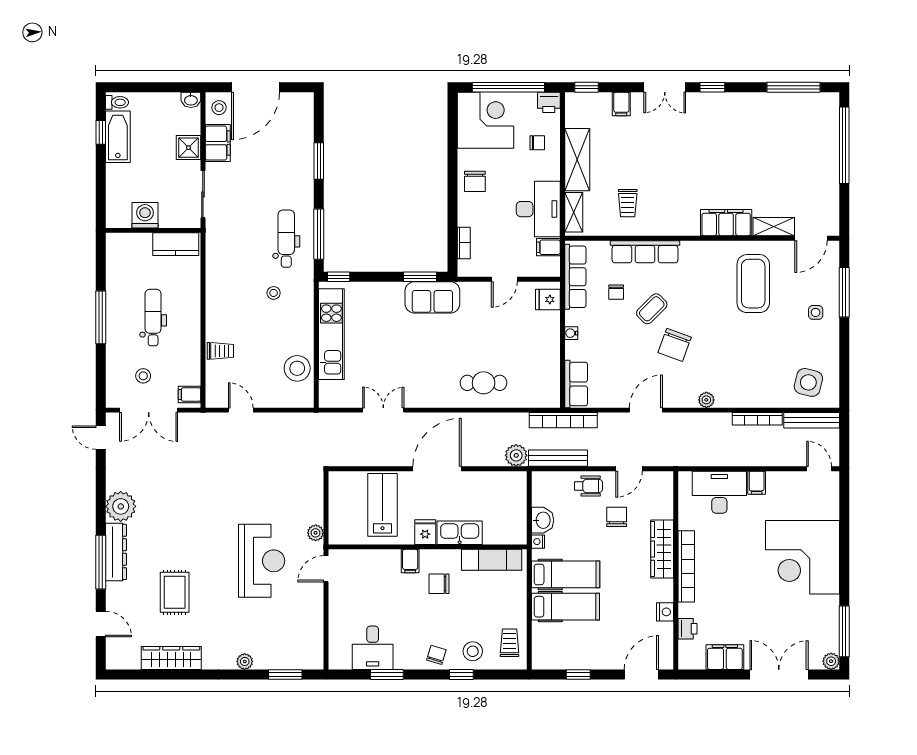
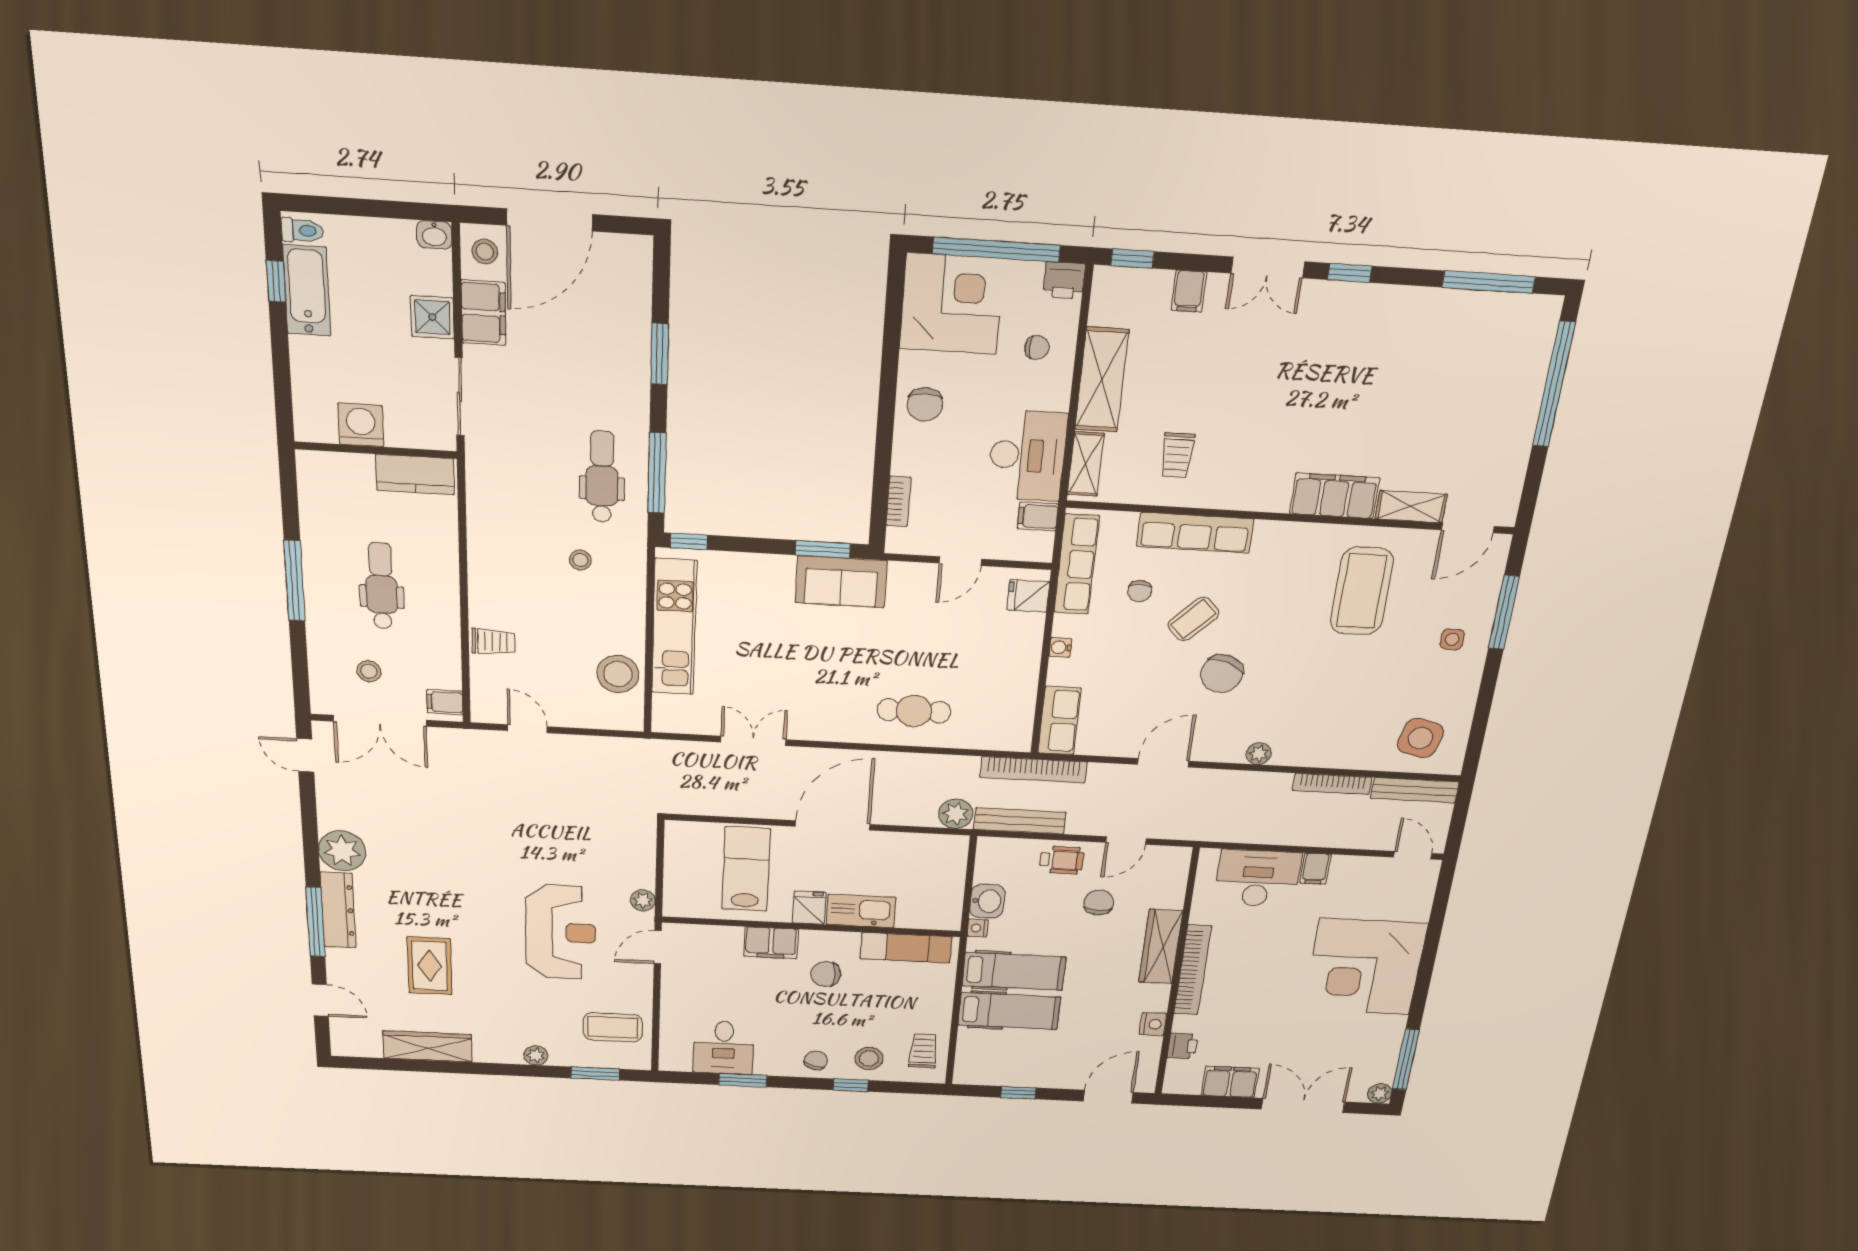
filing cabinet: (410, 561) -> (771, 943), width x2.00
coffee table: (297, 635) -> (613, 1027), added

